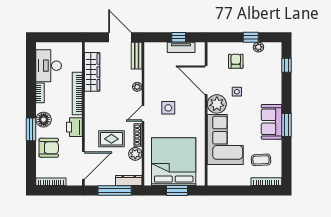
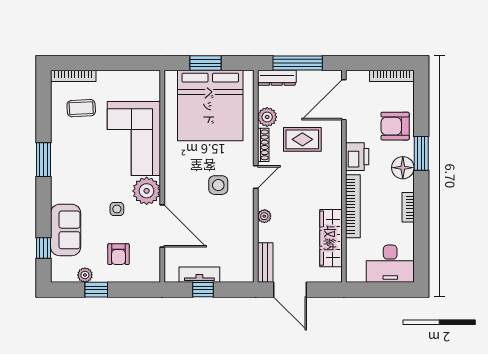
desk: (49, 66) -> (390, 264), moved, turned 90
sofa: (272, 122) -> (66, 230), moved

